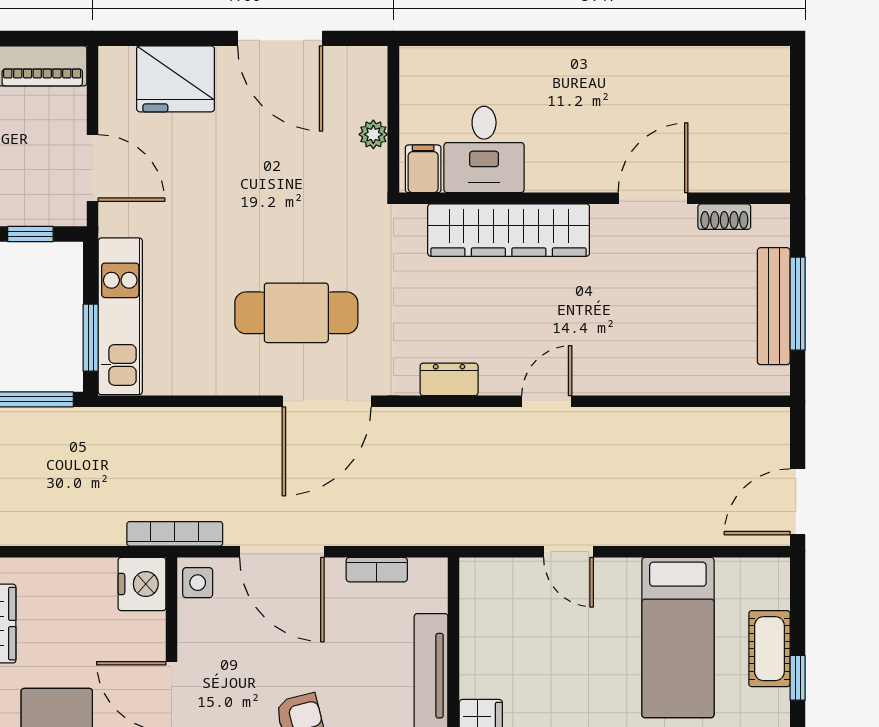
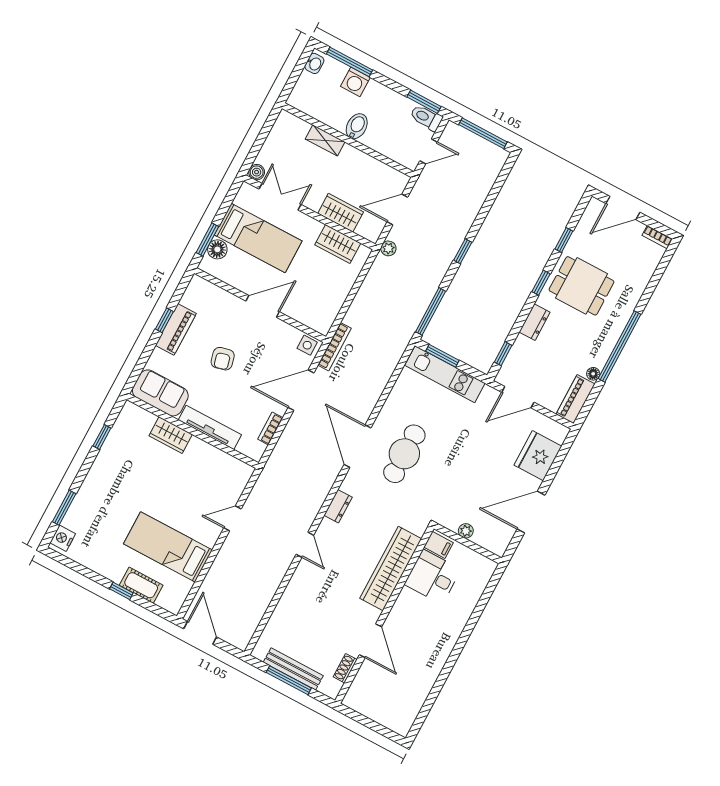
nightstand: (142, 584) -> (320, 320), removed

